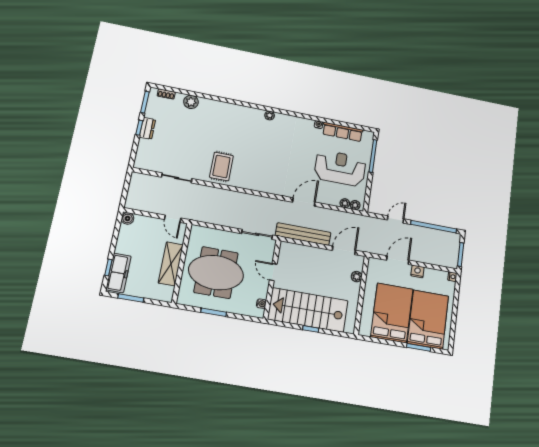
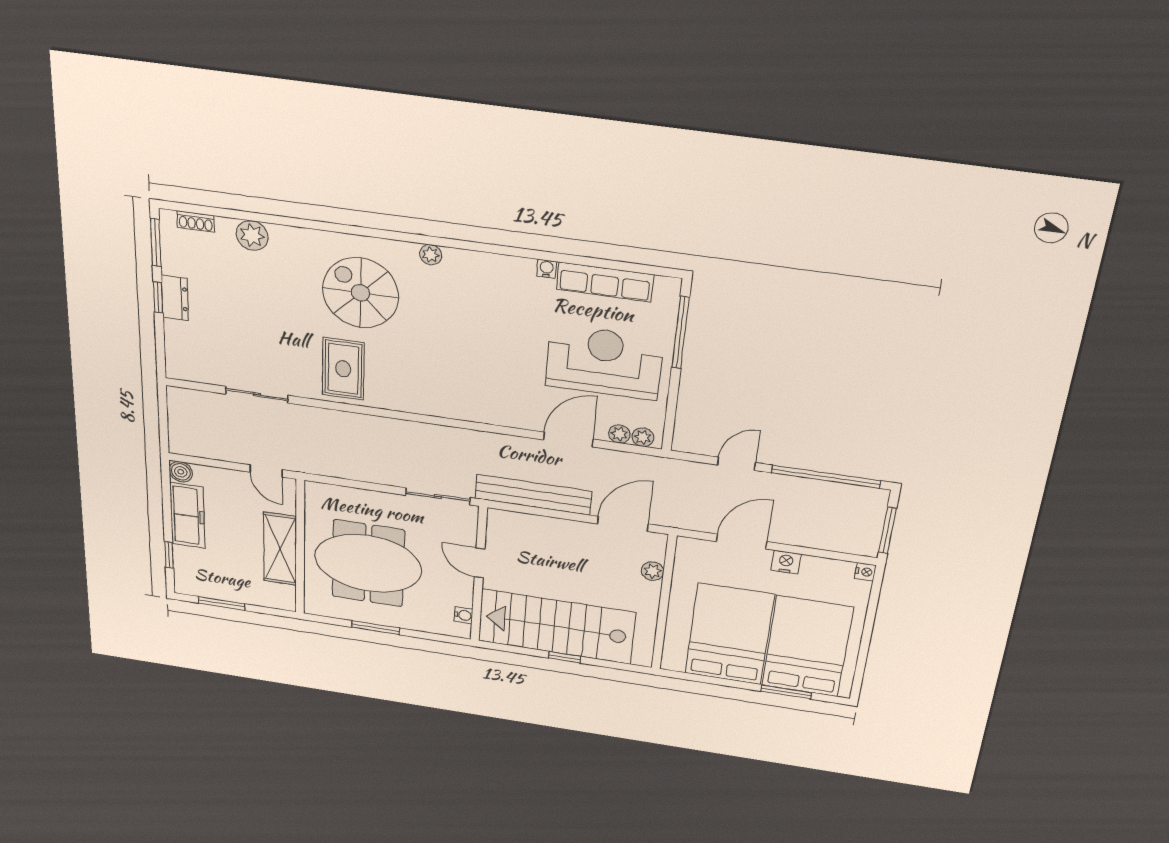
spiral stairs: (236, 131) -> (360, 293), added
door: (304, 202) -> (568, 440), moved
freezer: (118, 273) -> (187, 516), moved

